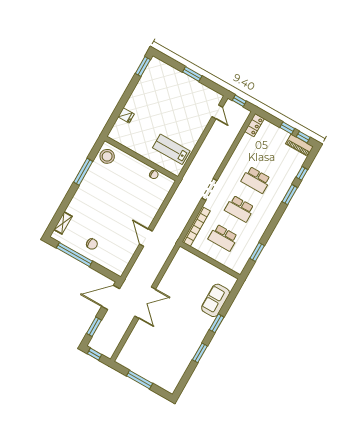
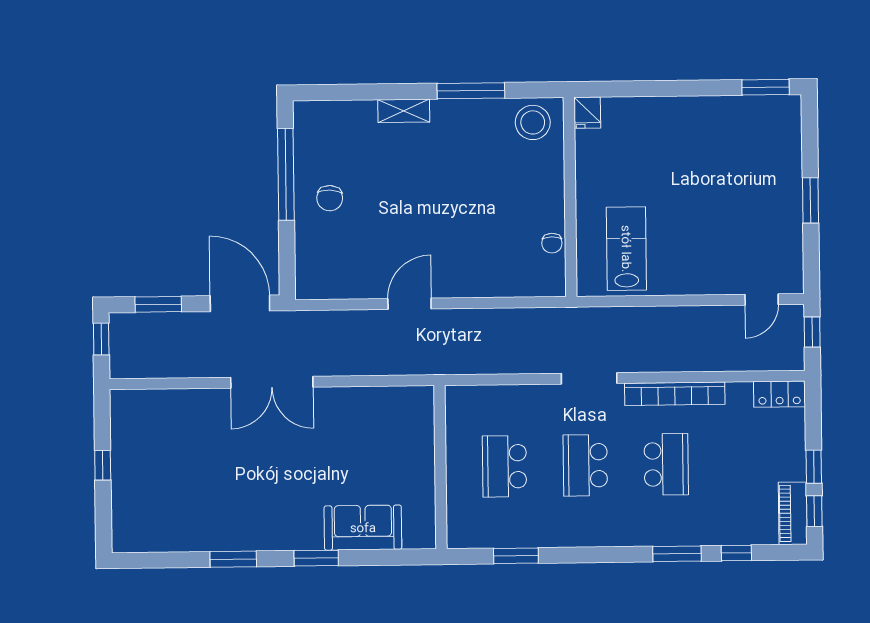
fridge: (126, 115) -> (587, 113), moved
school desk: (256, 180) -> (666, 464), turned 180
shelving: (63, 223) -> (404, 111), moved
bookcase: (196, 226) -> (675, 394), moved
window: (140, 380) -> (103, 465), width x0.46

